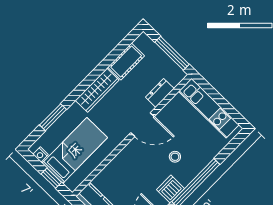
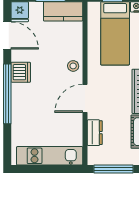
stool: (175, 157) -> (73, 66), moved

